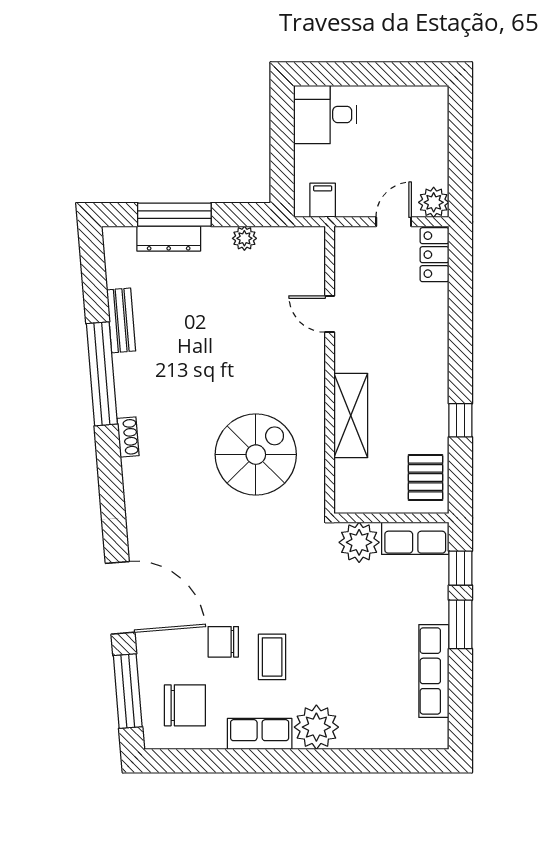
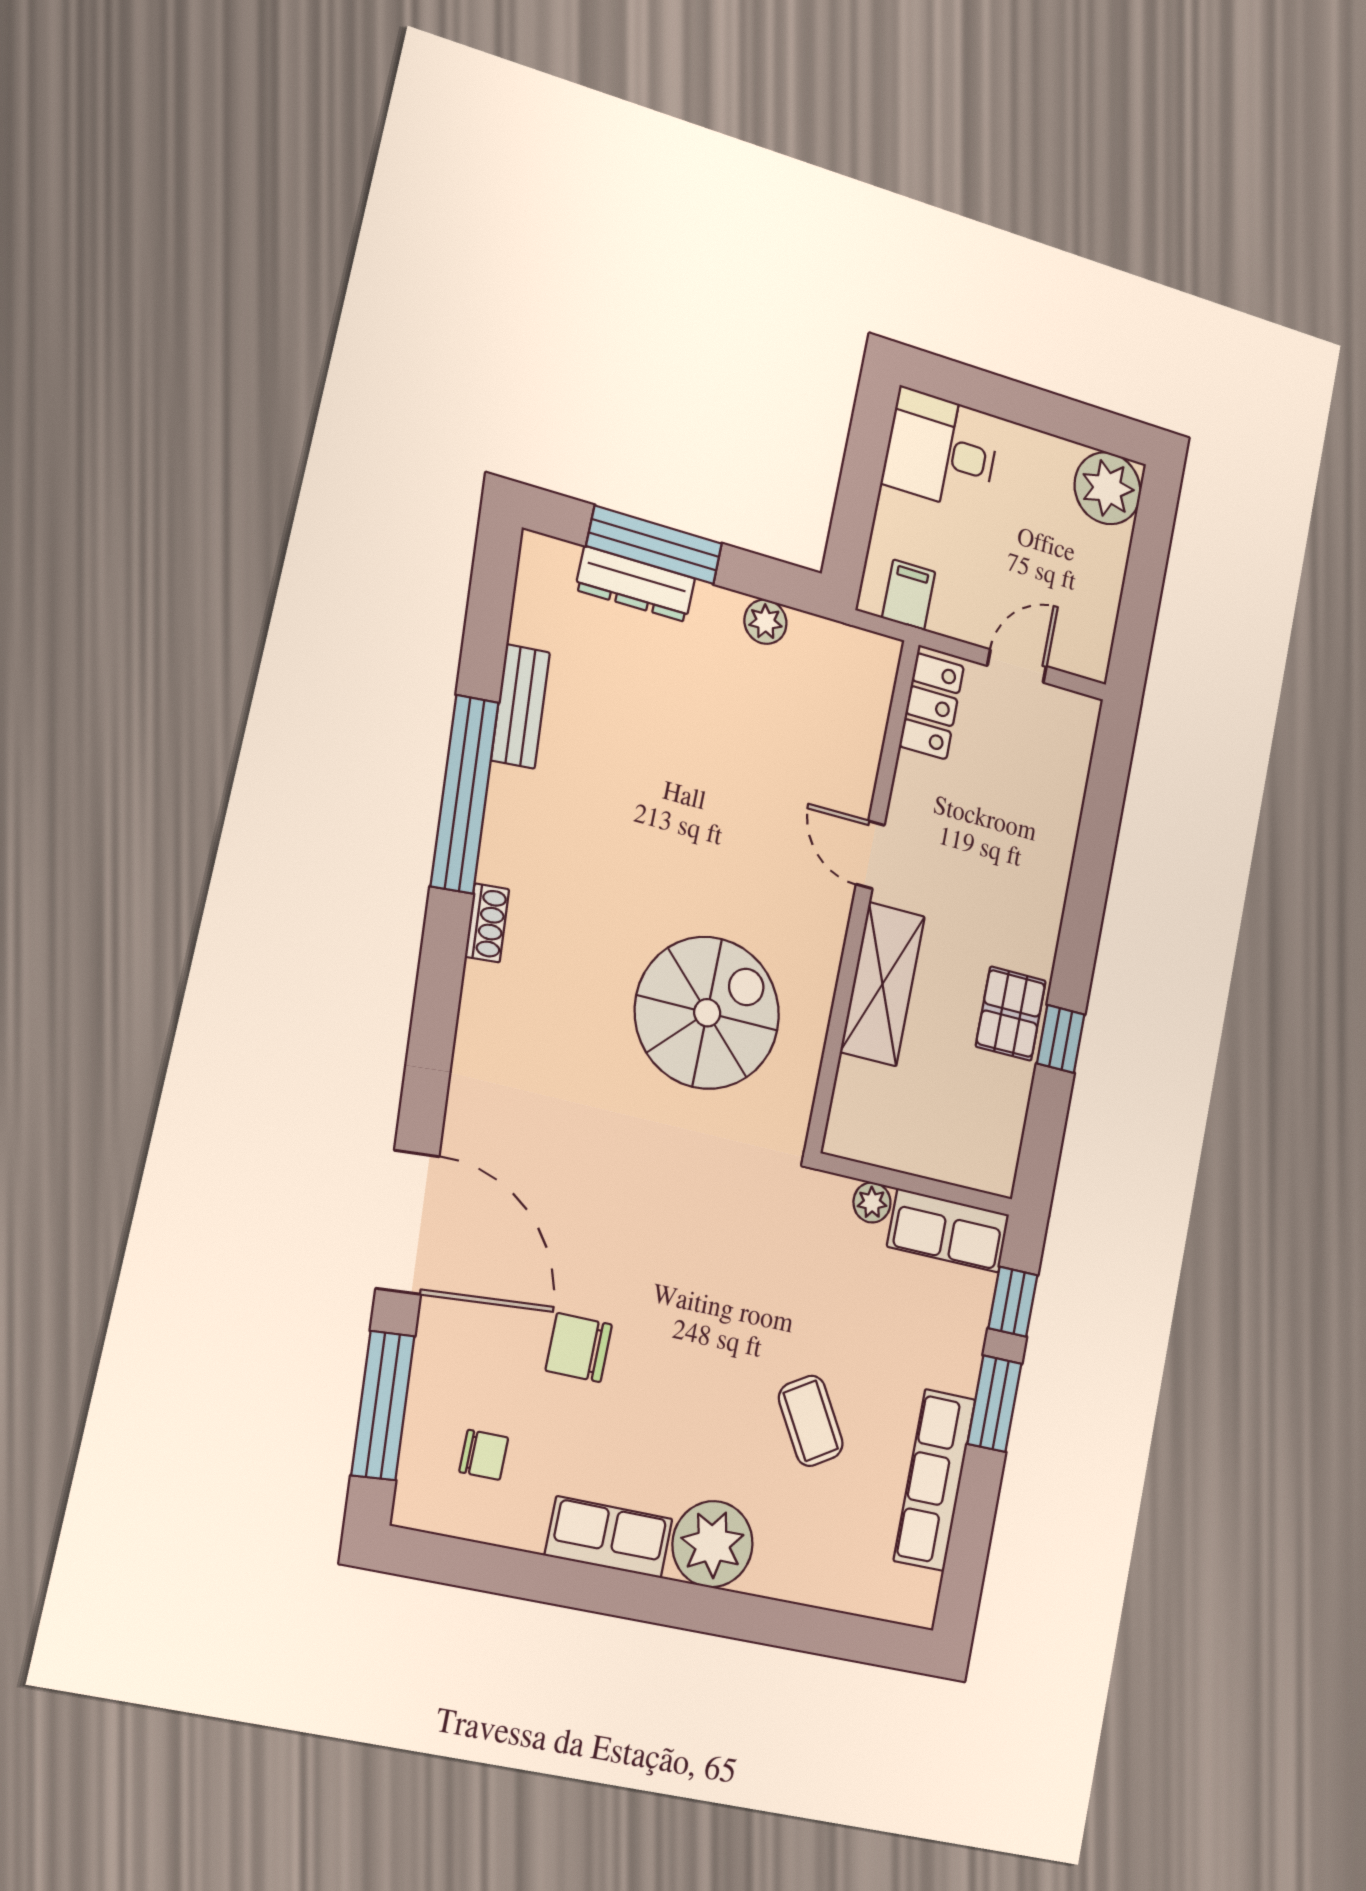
plant: (434, 202) -> (1108, 488), moved, width x1.36, depth x1.36
locker: (434, 255) -> (932, 706), moved, turned 180
door: (330, 314) -> (870, 855), moved
pallet: (425, 477) -> (1011, 1014), moved
plant: (359, 542) -> (872, 1202), width x0.53, depth x0.53
coffee table: (272, 657) -> (811, 1421), moved, turned -31
chair: (185, 705) -> (484, 1455), width x0.54, depth x0.54

